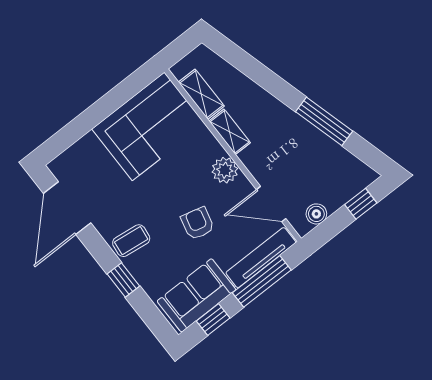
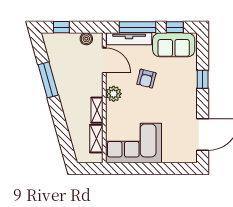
coffee table: (131, 241) -> (184, 95), removed

